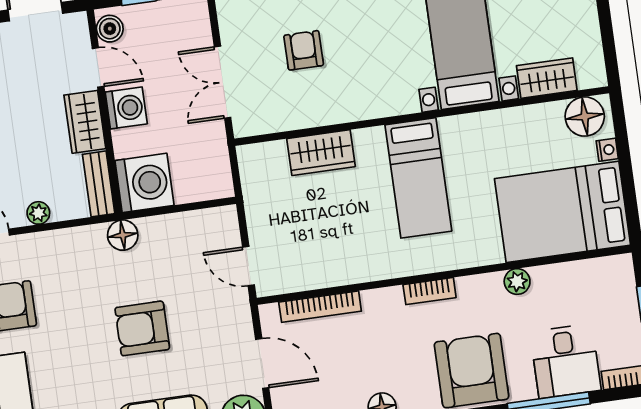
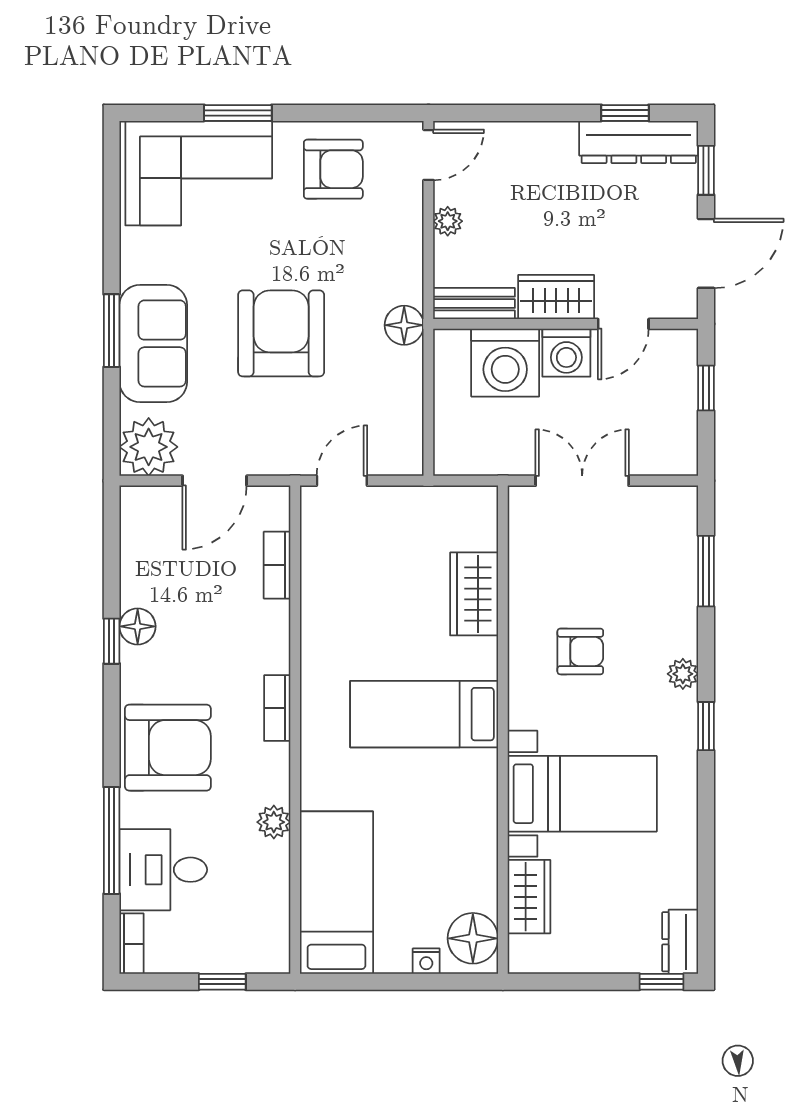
boiler: (110, 29) -> (671, 346), removed
armchair: (304, 50) -> (580, 651), moved
washing machine: (145, 183) -> (505, 363), moved
bed: (562, 212) -> (336, 893), width x0.67
bookcase: (320, 307) -> (277, 565), width x0.64
armchair: (142, 328) -> (281, 333), width x1.36, depth x1.36

